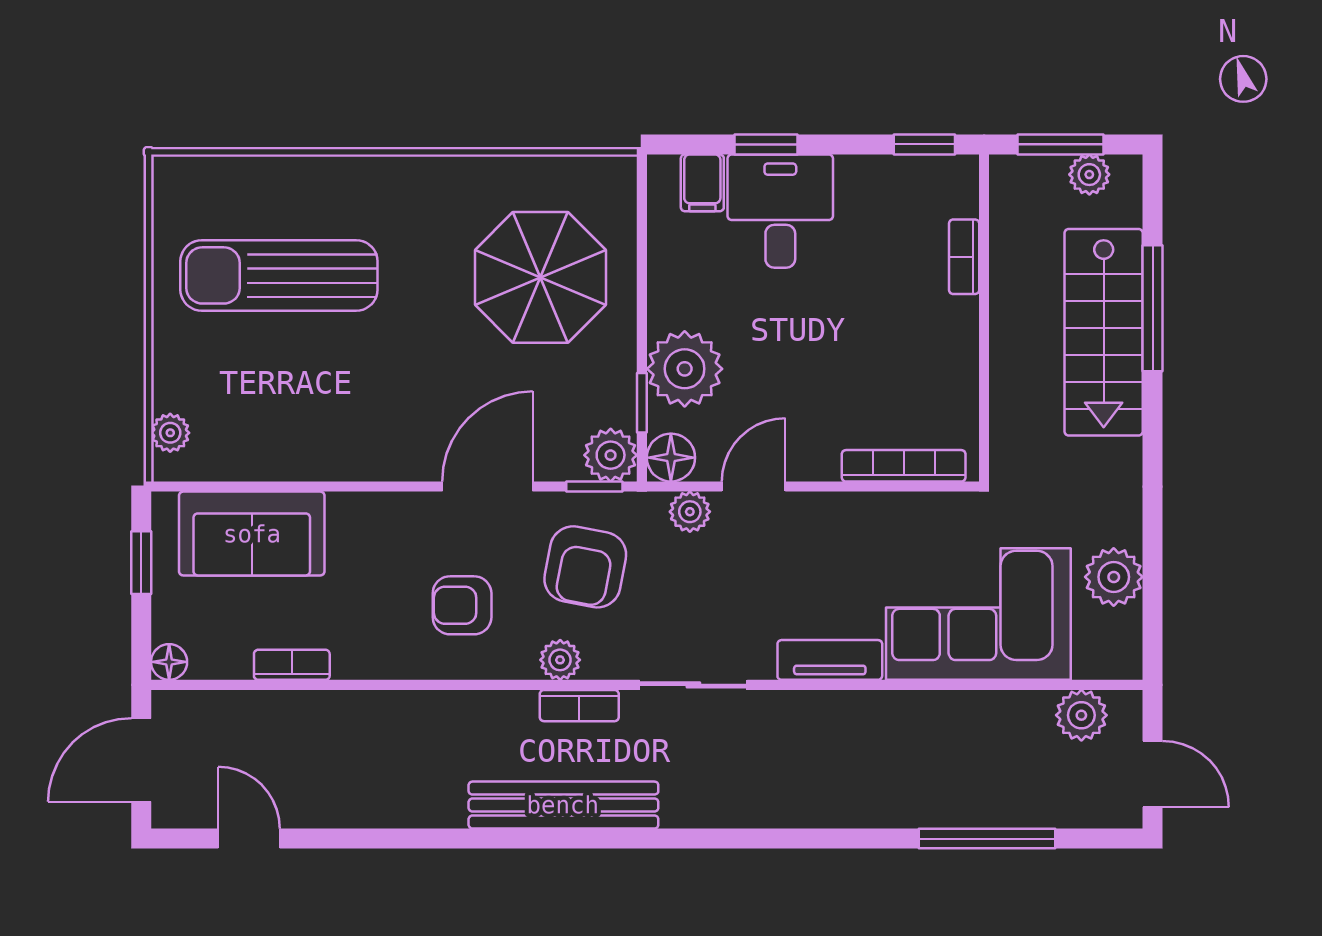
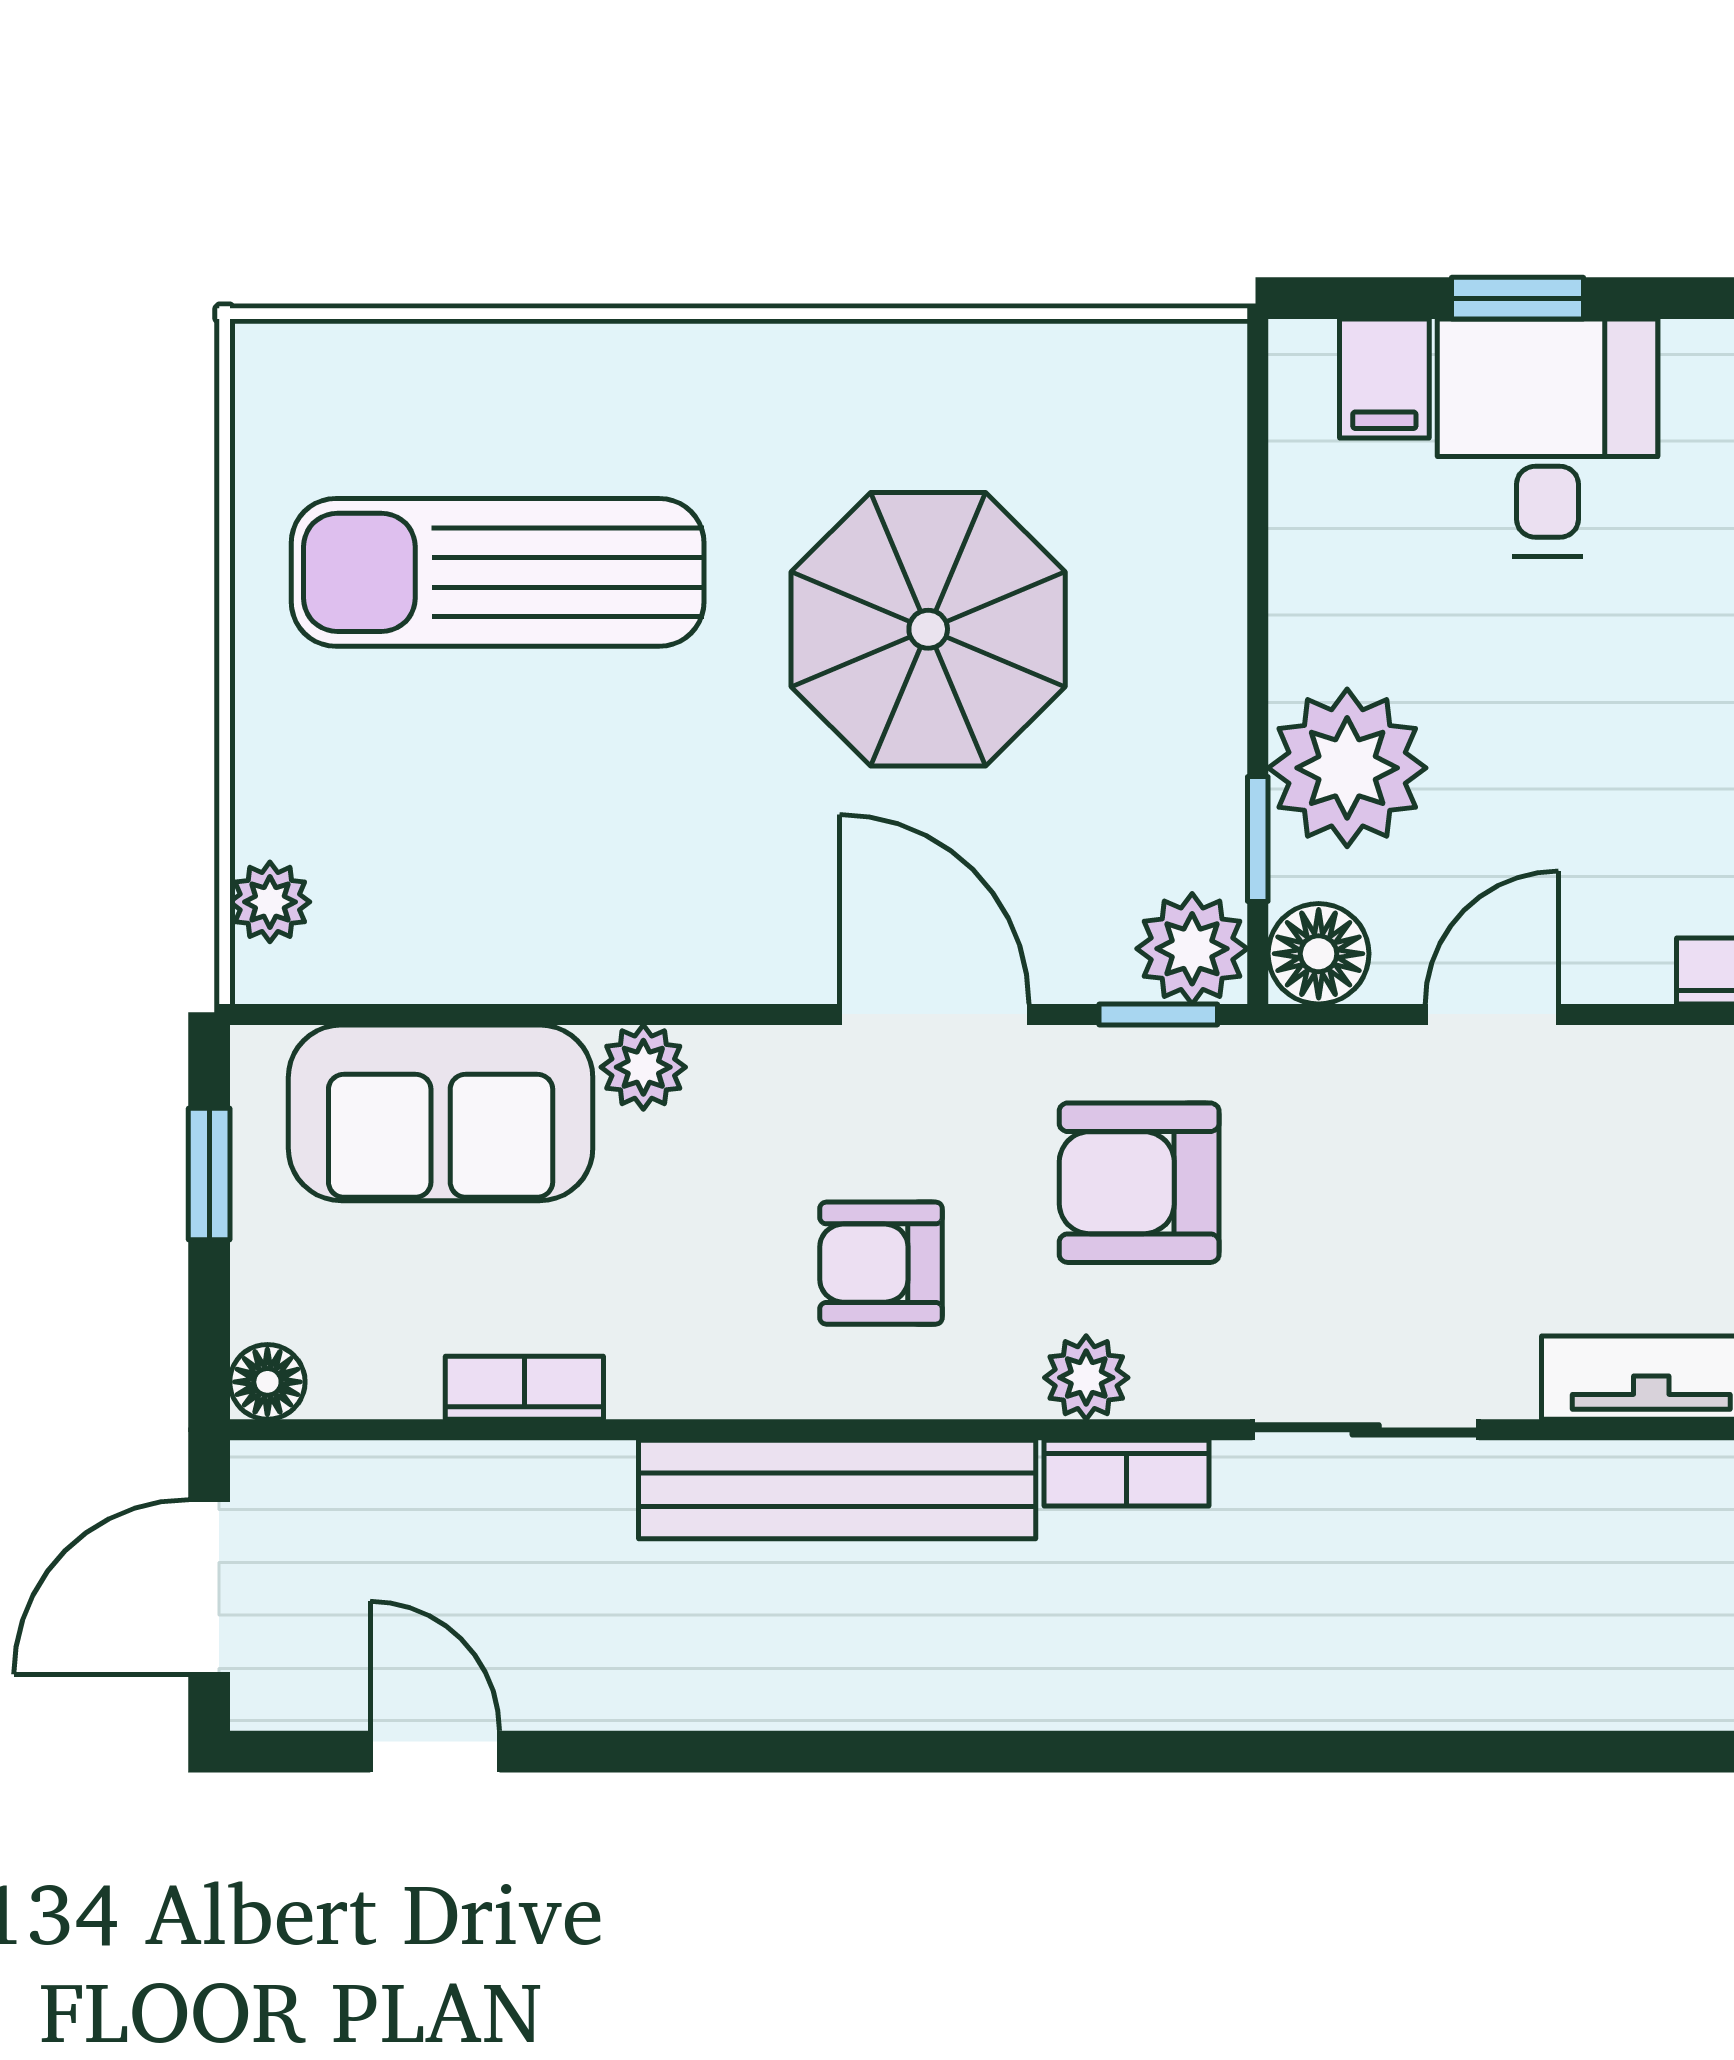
parasol: (540, 277) -> (928, 629), moved
door: (487, 487) -> (934, 1014), hinge flipped
plant: (690, 512) -> (643, 1067), moved
armchair: (585, 567) -> (1139, 1183), turned 79
bench: (563, 805) -> (837, 1490), moved

